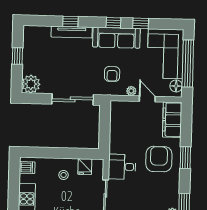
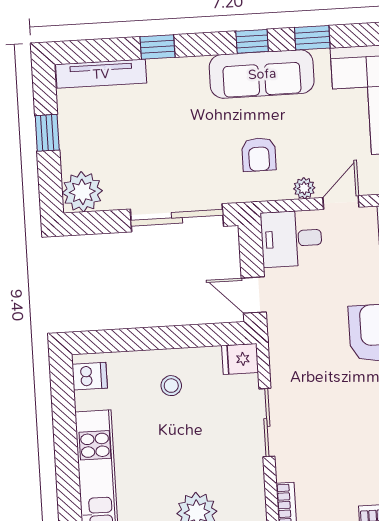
tv unit: (72, 32) -> (101, 74), moved
door: (147, 99) -> (341, 202), hinge flipped
door: (104, 137) -> (254, 295), added
fridge: (85, 167) -> (240, 359), moved, turned 90
desk: (122, 167) -> (291, 239), moved

